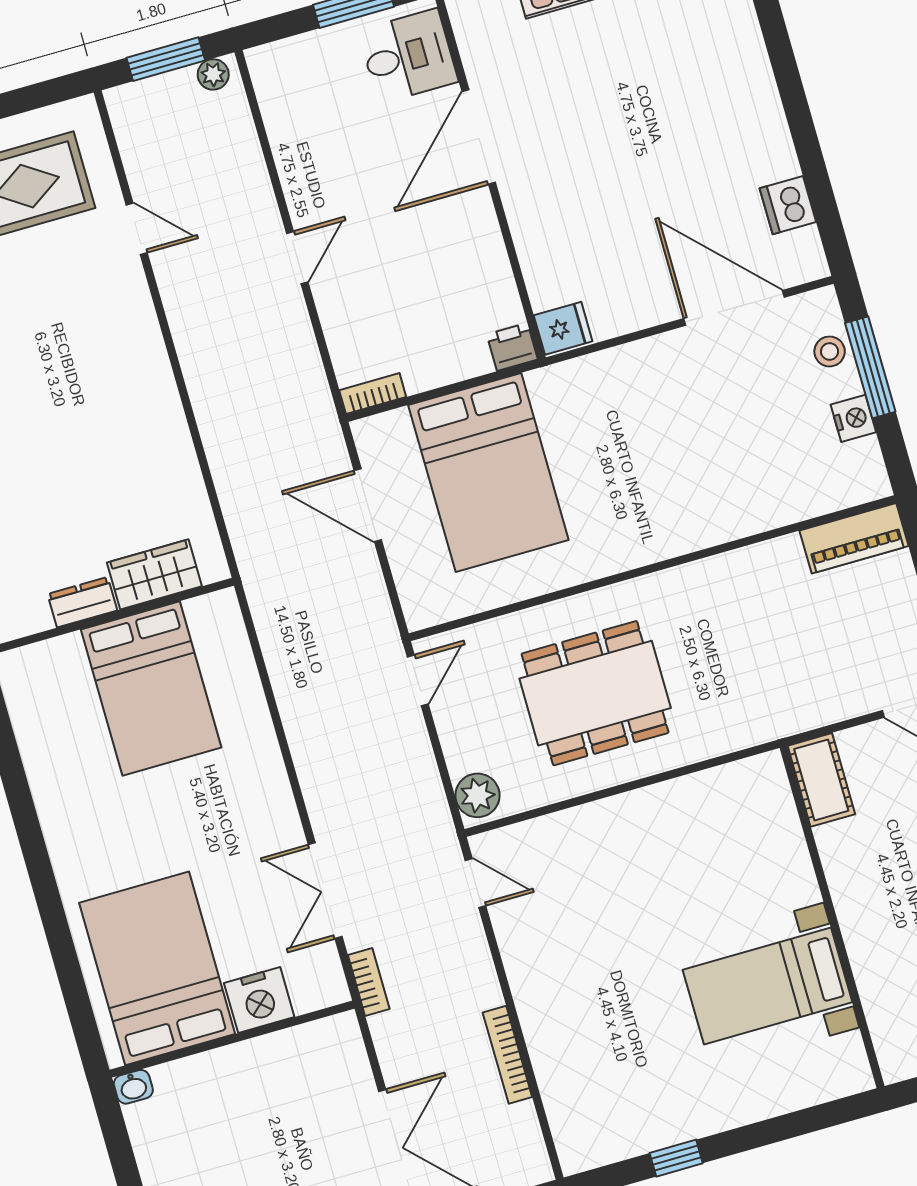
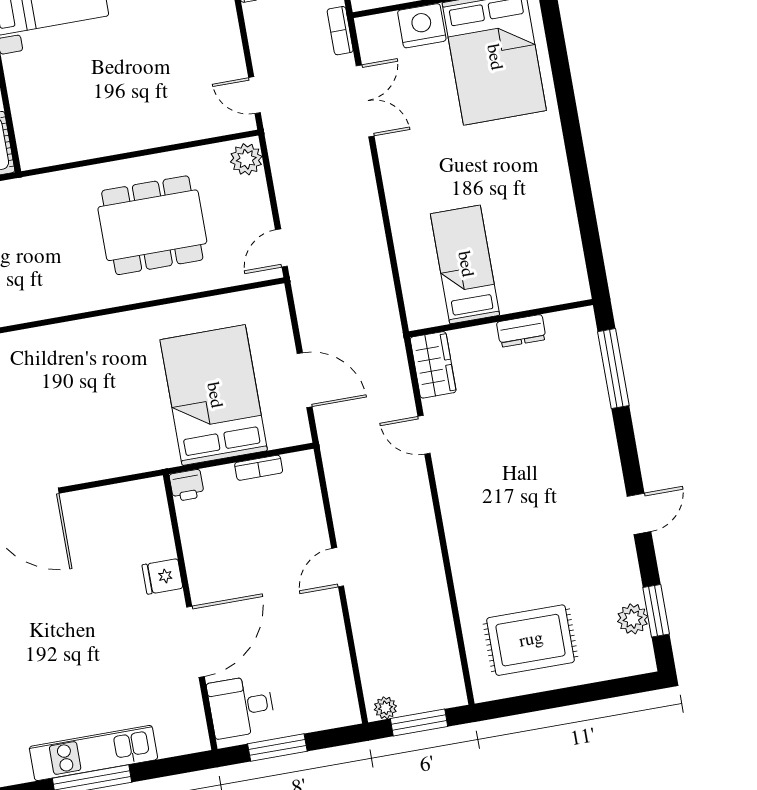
door: (137, 229) -> (424, 435), moved
fridge: (563, 328) -> (162, 576), moved
bookcase: (373, 394) -> (259, 468), moved
wardrobe: (154, 574) -> (433, 365), moved, turned -90
bed: (151, 689) -> (465, 264), width x0.67

